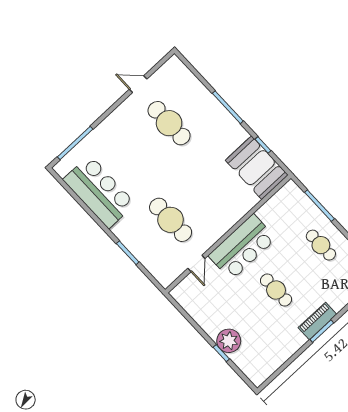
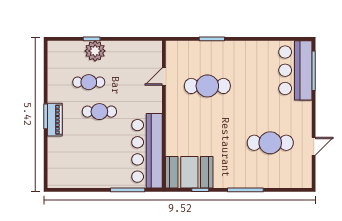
bar counter: (99, 192) -> (295, 70), moved, turned 90
cafe table: (321, 245) -> (89, 82), moved
bar counter: (242, 247) -> (147, 151), moved, width x1.36
door: (196, 263) -> (164, 76), hinge flipped

